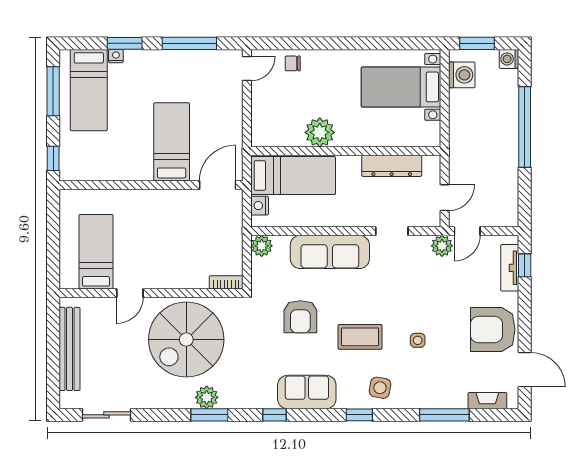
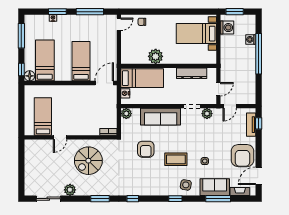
washing machine: (509, 59) -> (251, 39), moved
bed: (89, 90) -> (45, 60), moved, turned 180
floor lamp: (69, 171) -> (30, 76), added
plant: (442, 246) -> (207, 114), moved
armchair: (493, 330) -> (243, 156), turned -90
spiral stairs: (186, 340) -> (88, 161), width x0.73, depth x0.73
bench: (70, 349) -> (30, 165), removed
door: (525, 370) -> (259, 176), swing flipped
sofa: (307, 392) -> (215, 187), moved
plant: (207, 397) -> (70, 190), moved

